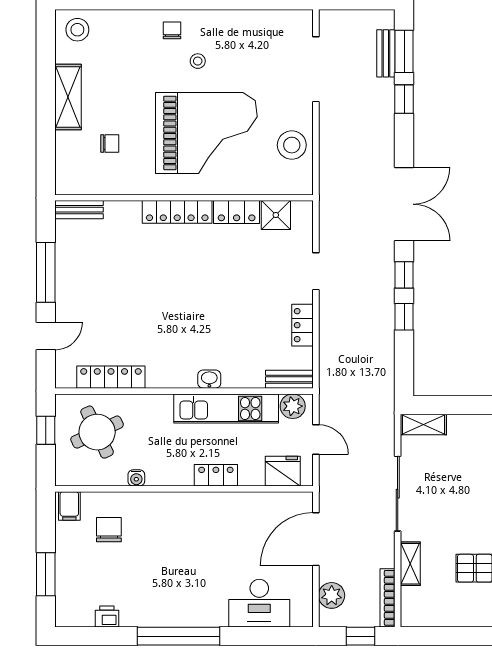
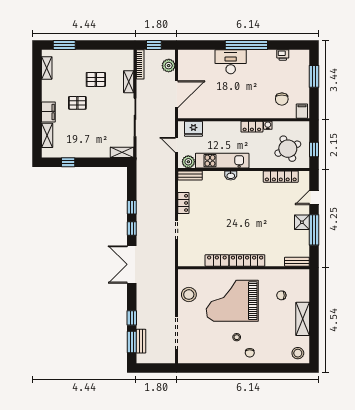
shower: (276, 215) -> (302, 222), moved
locker: (216, 475) -> (252, 127), moved
desk: (259, 603) -> (231, 62), moved

